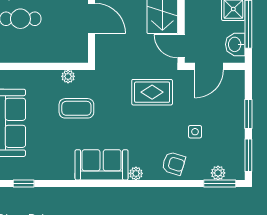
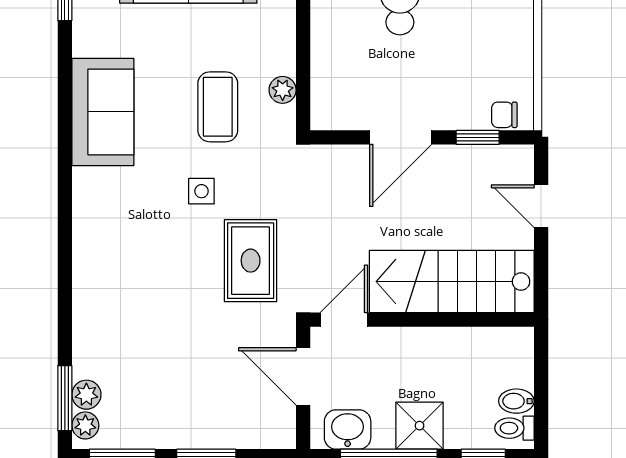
side table: (195, 132) -> (201, 191), moved
armchair: (174, 164) -> (106, 304), removed
sofa: (102, 165) -> (103, 112), moved
plant: (136, 173) -> (85, 425), moved

